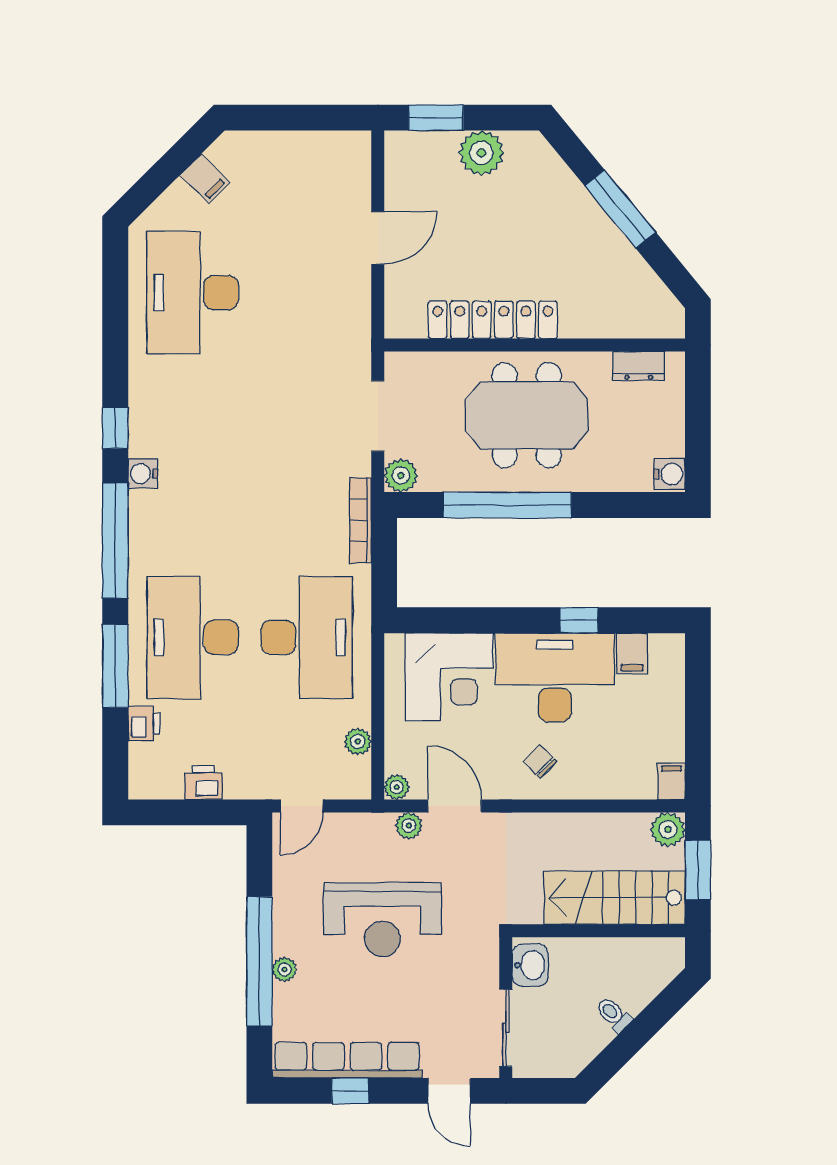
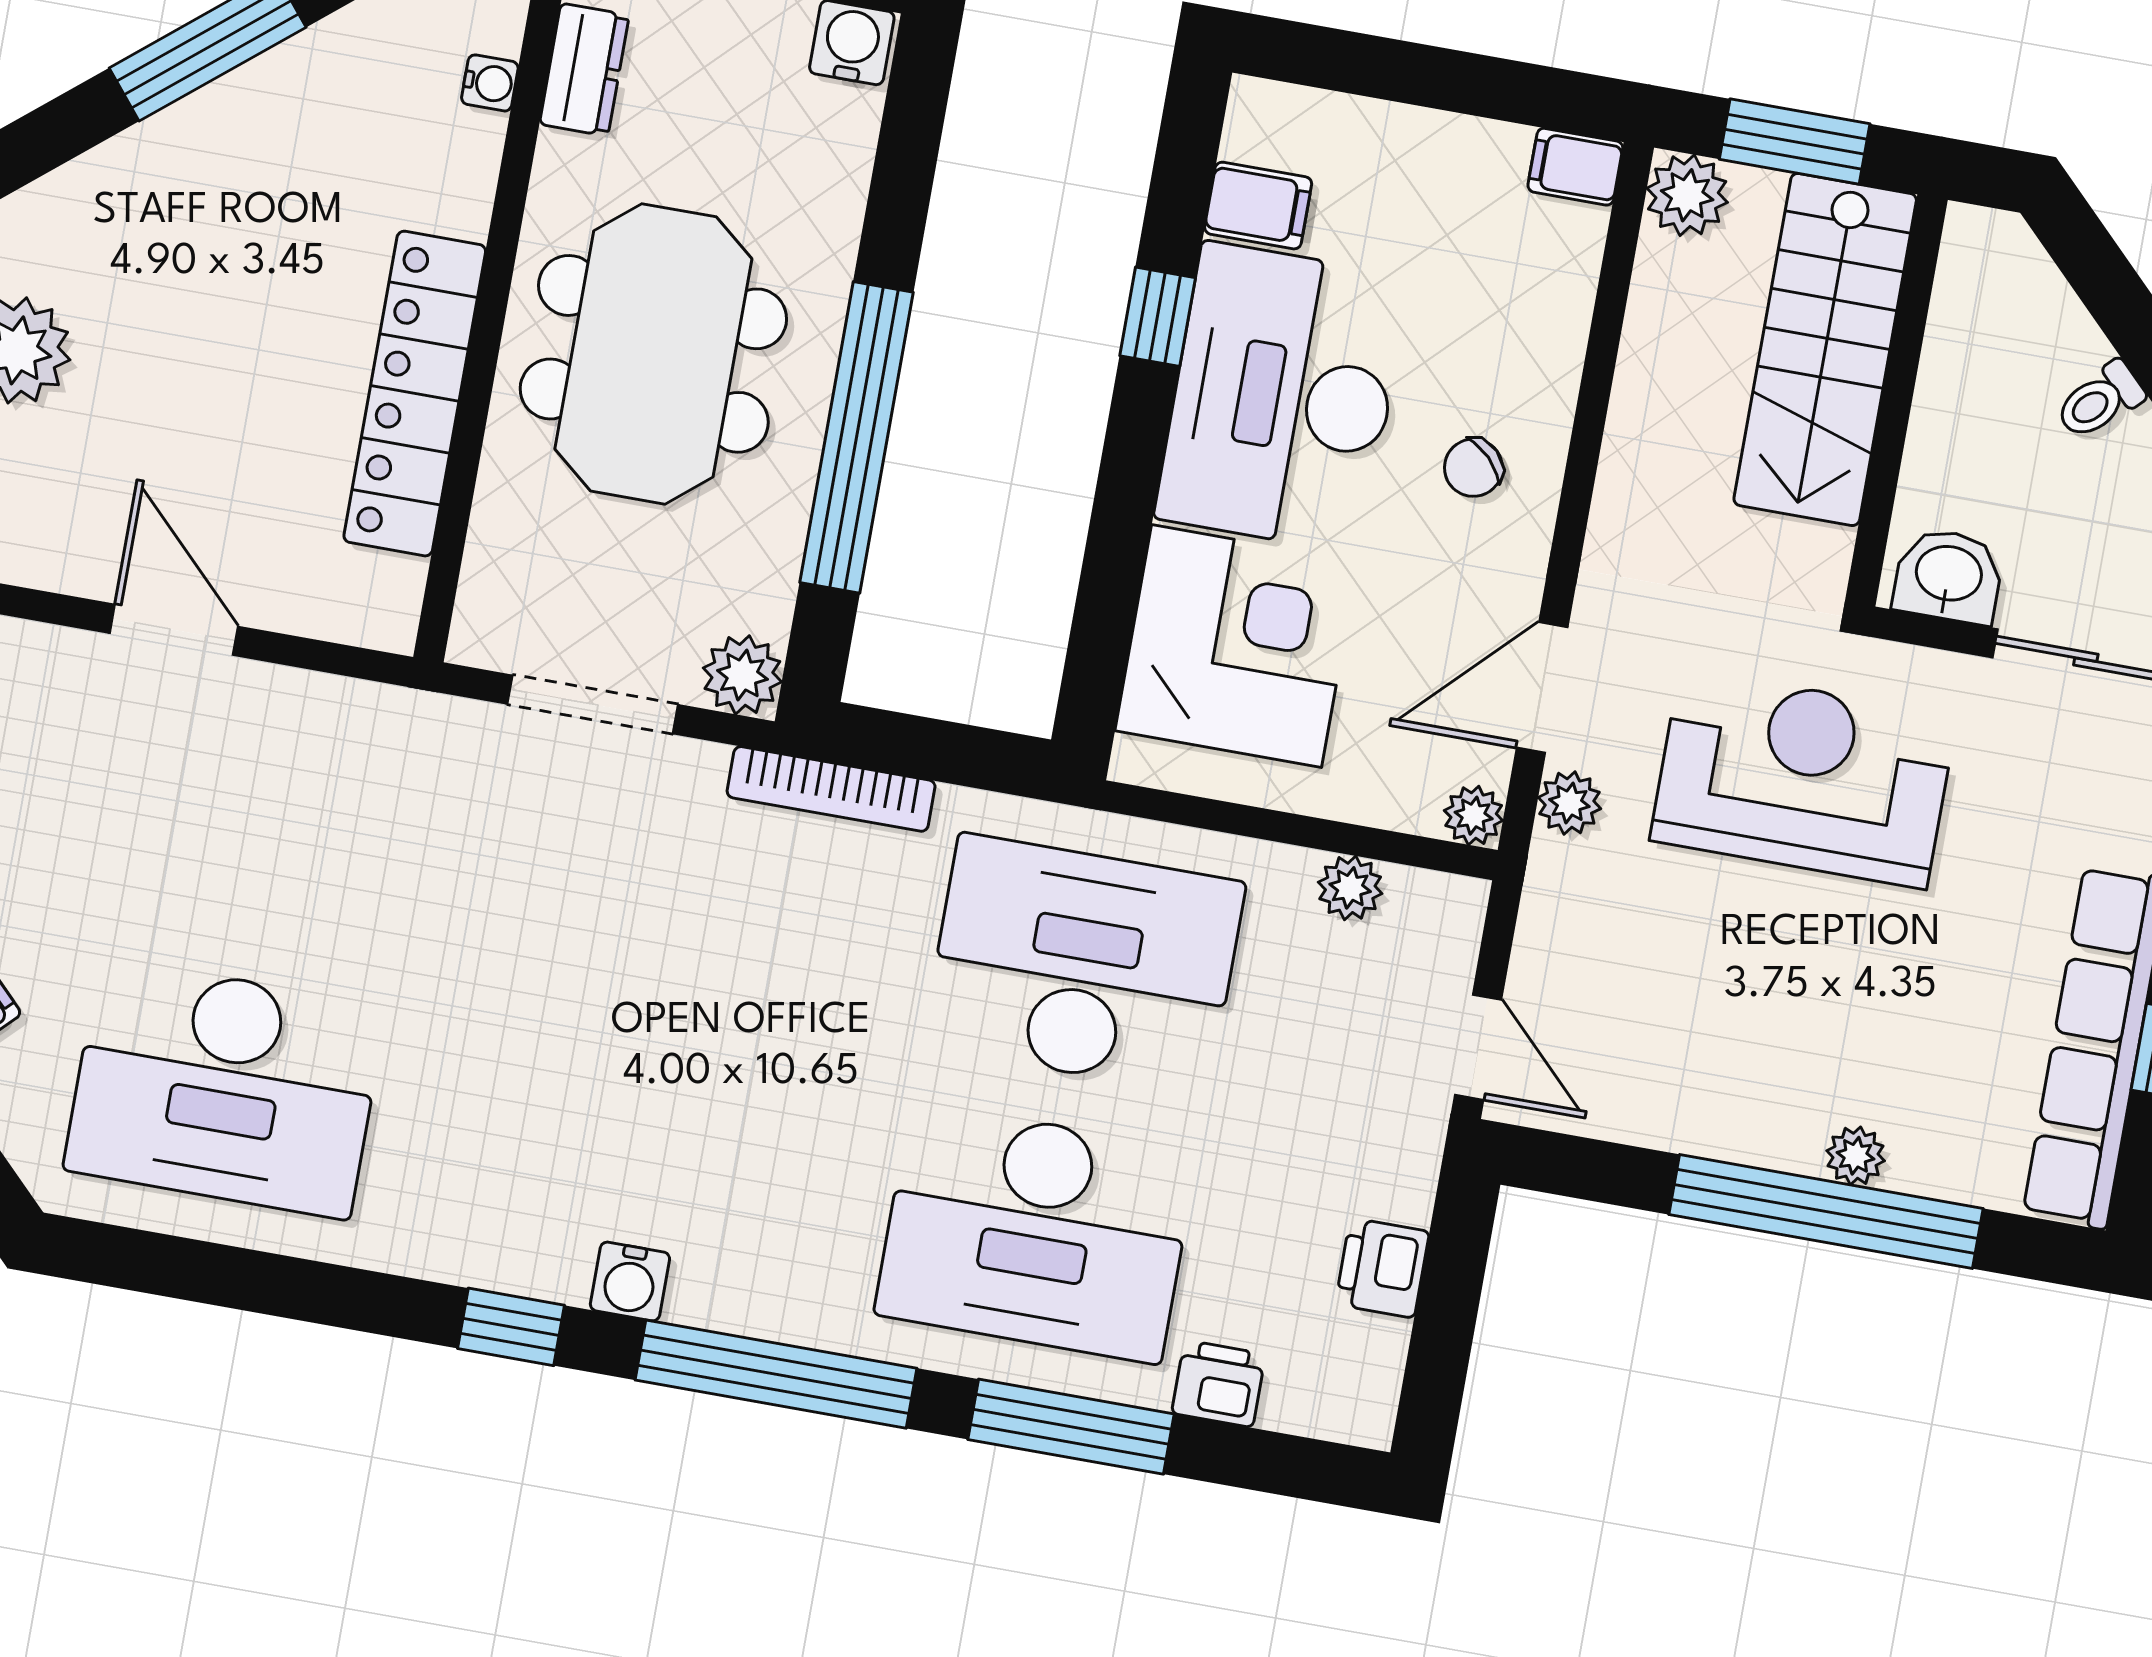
water cooler: (626, 328) -> (490, 83), added
reception desk: (382, 920) -> (1803, 778), moved, turned -90

